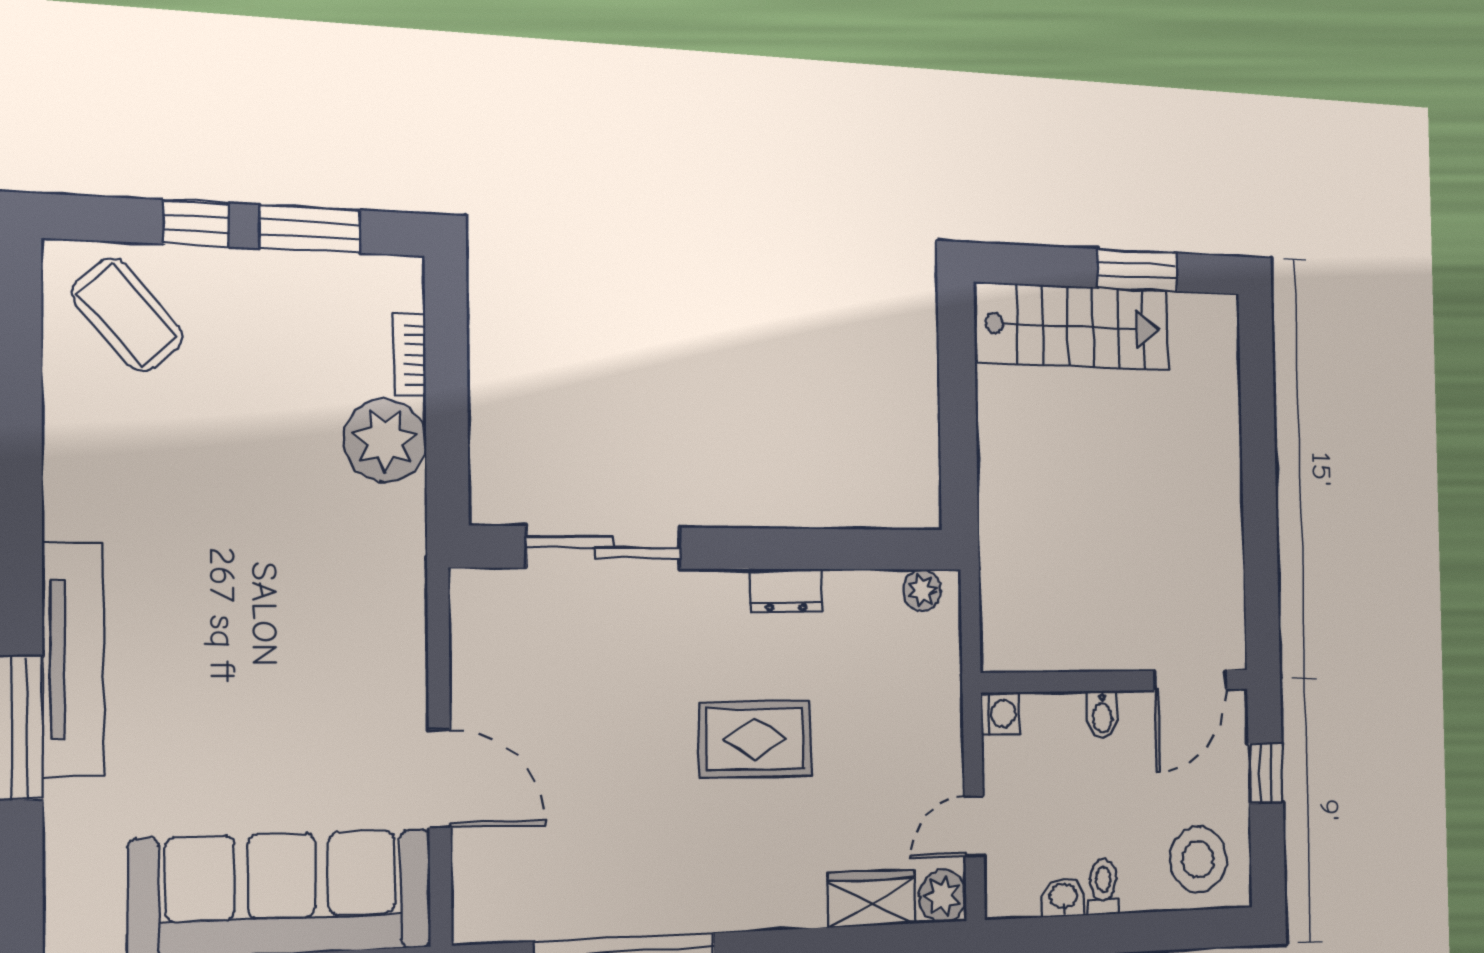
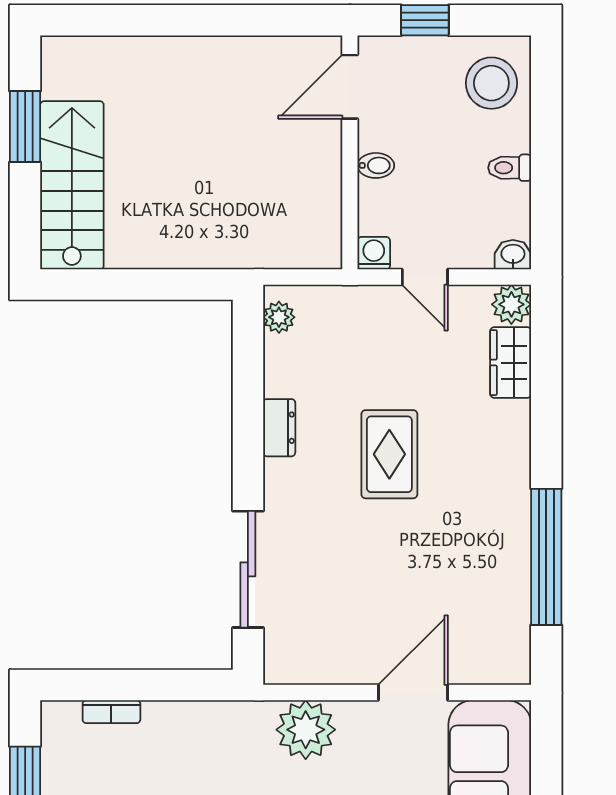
plant: (385, 440) -> (306, 730), moved
door: (1190, 680) -> (350, 87), swing flipped
door: (974, 826) -> (425, 277), moved
washbasin: (1063, 897) -> (513, 255), moved, turned 90

